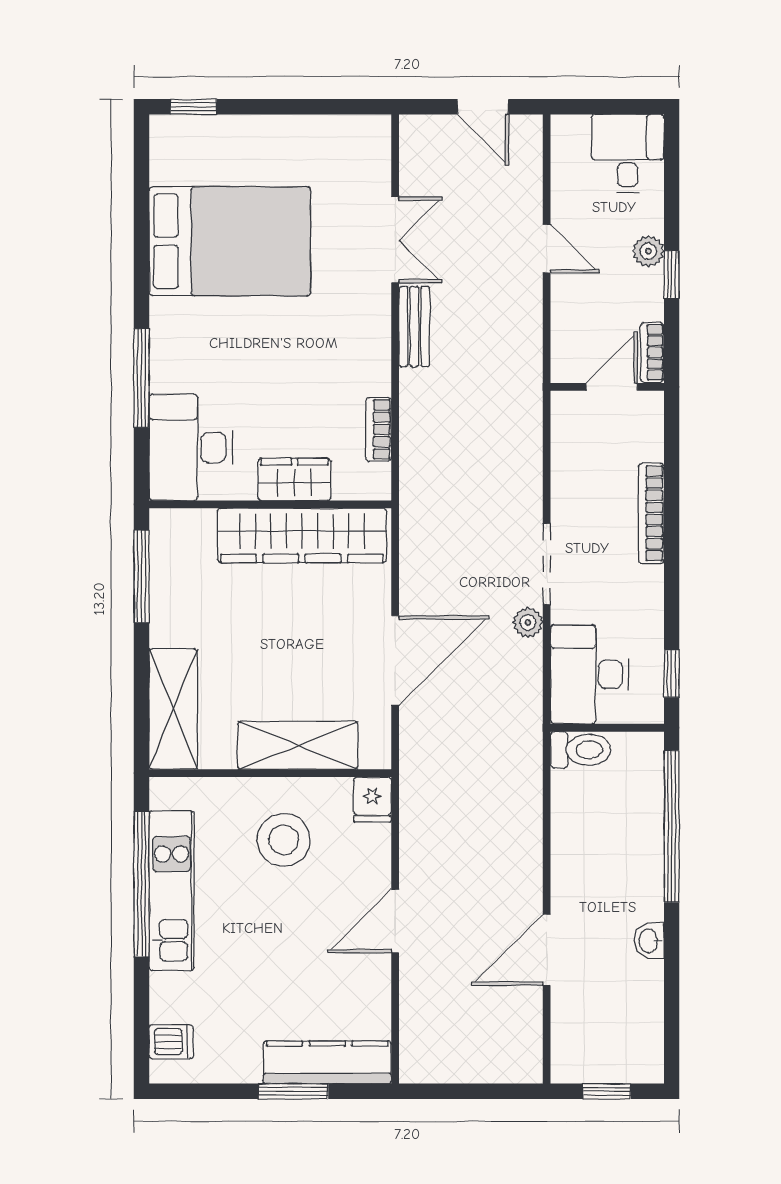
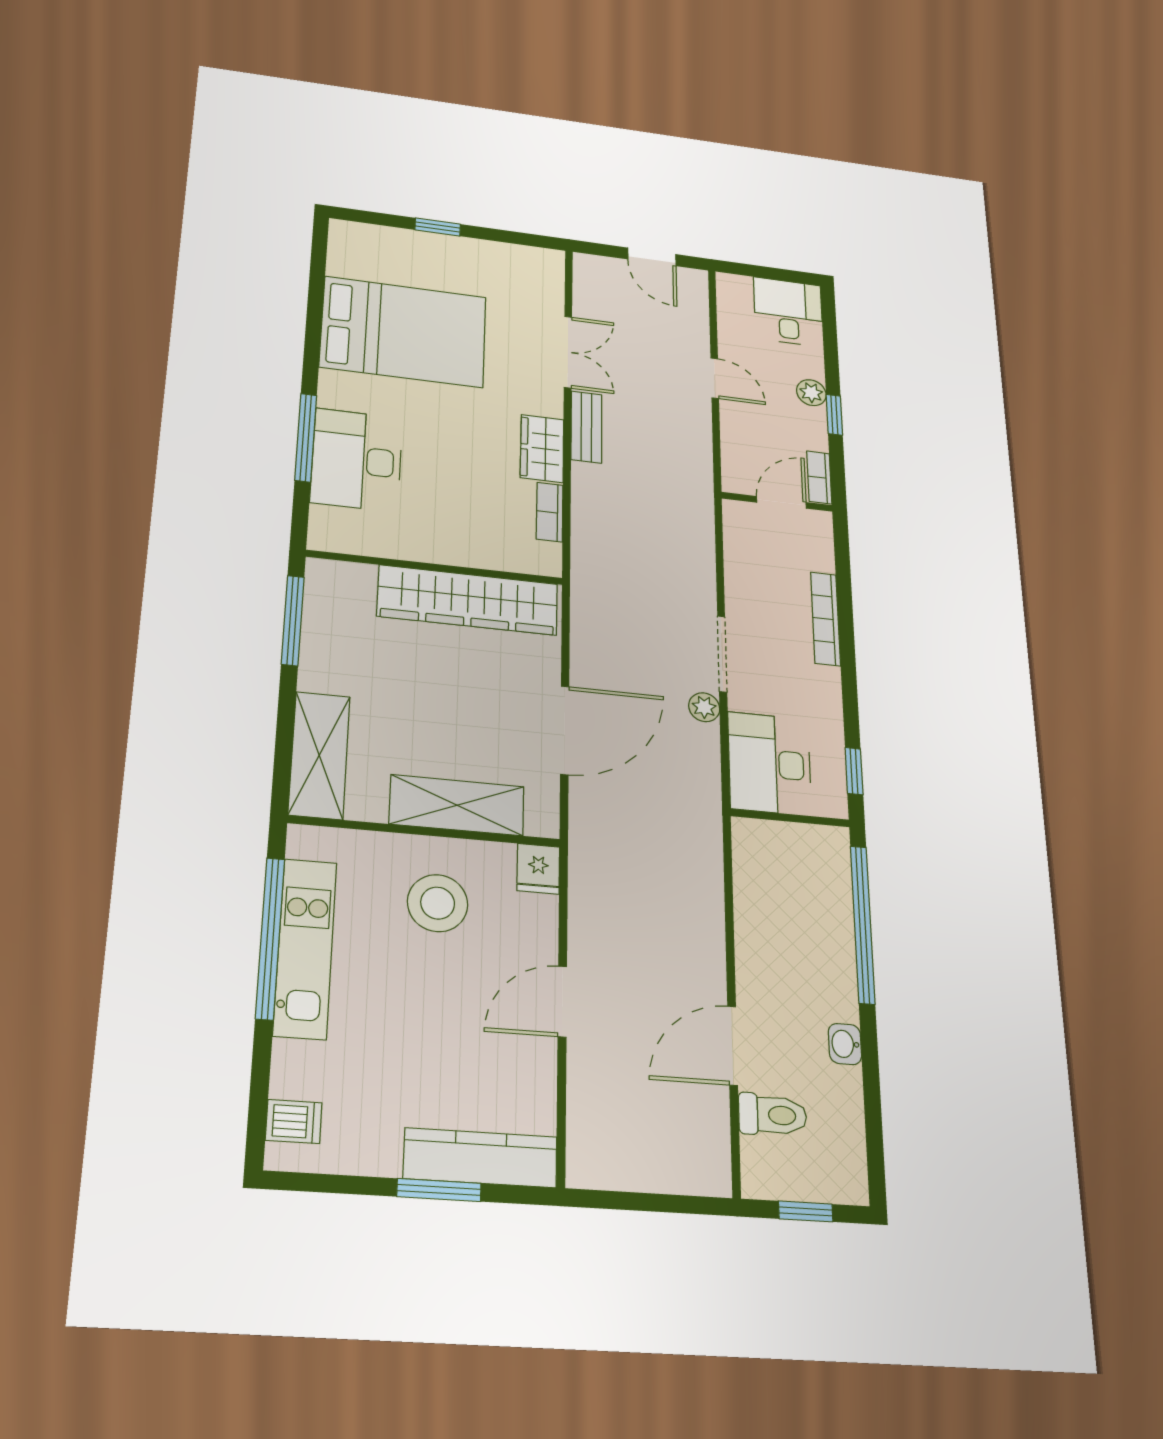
window: (194, 107) -> (438, 227), moved
desk: (191, 447) -> (357, 460), moved
wardrobe: (294, 479) -> (542, 448), moved, turned -90
toilet: (581, 750) -> (773, 1115), moved

